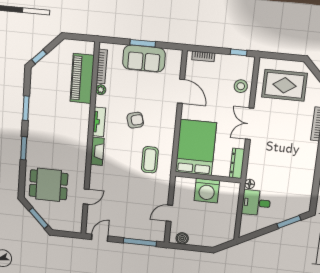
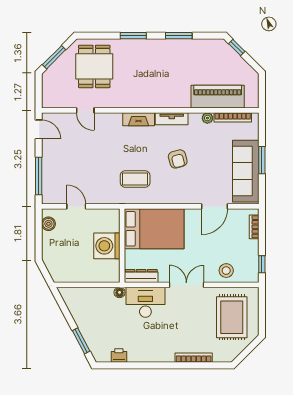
sofa: (144, 59) -> (246, 171), width x1.36
printer: (306, 190) -> (119, 356), added
desk: (256, 203) -> (145, 302), moved, width x1.37

